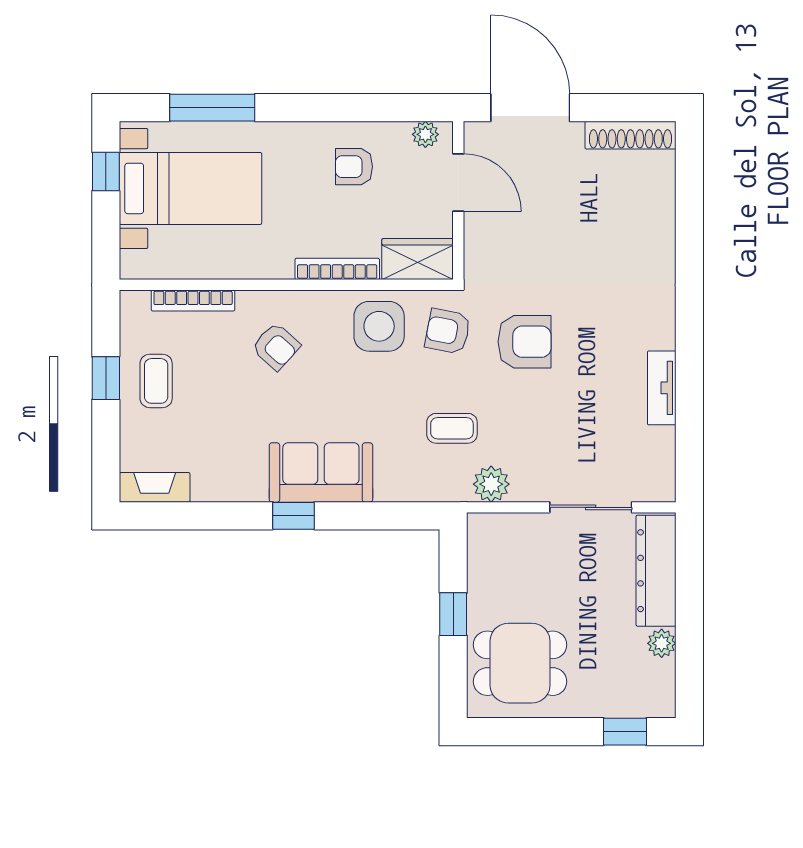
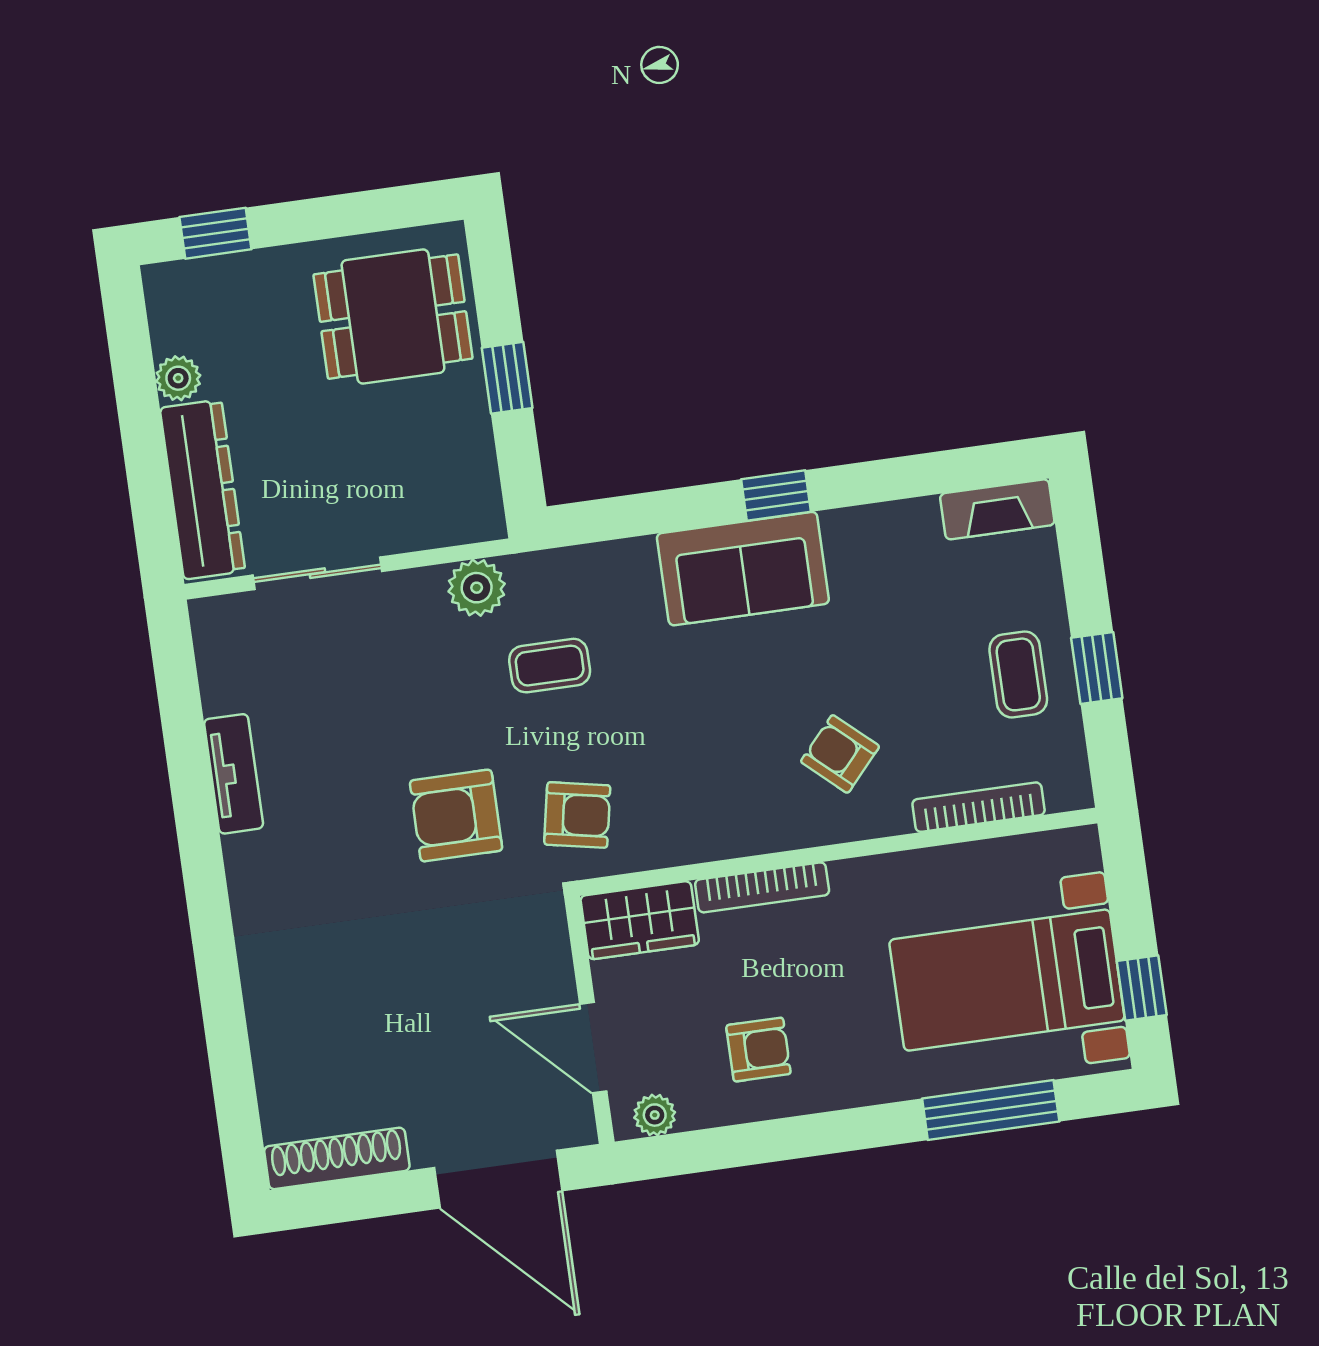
side table: (379, 326) -> (685, 808), removed

